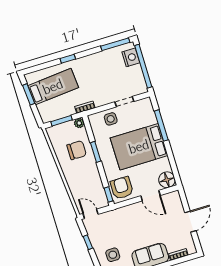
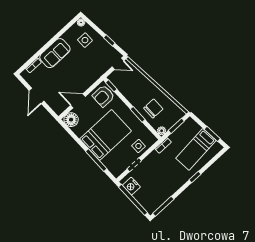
nightstand: (131, 57) -> (131, 186), moved
chair: (77, 150) -> (153, 108), turned 180
armchair: (122, 188) -> (103, 96), turned 90

